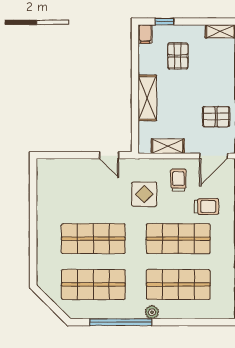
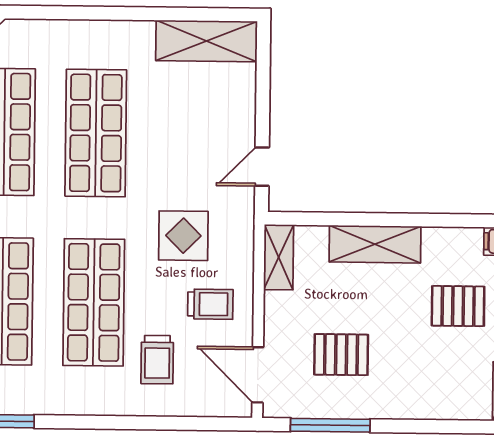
pallet: (216, 117) -> (341, 355), moved, turned 90
shelving: (168, 146) -> (279, 257), moved
shelving: (46, 184) -> (207, 41), added

